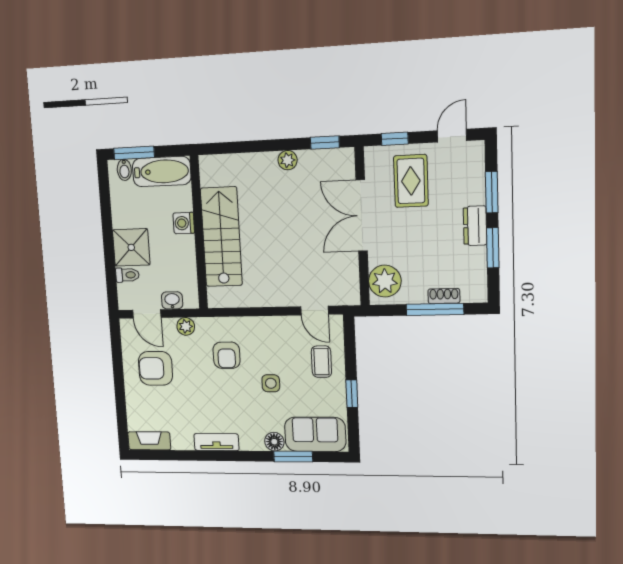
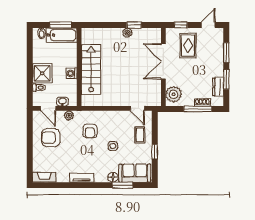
window: (325, 143) -> (134, 25), moved
window: (134, 153) -> (61, 25), moved
washing machine: (184, 223) -> (72, 73), moved
dresser: (475, 226) -> (218, 87), moved

